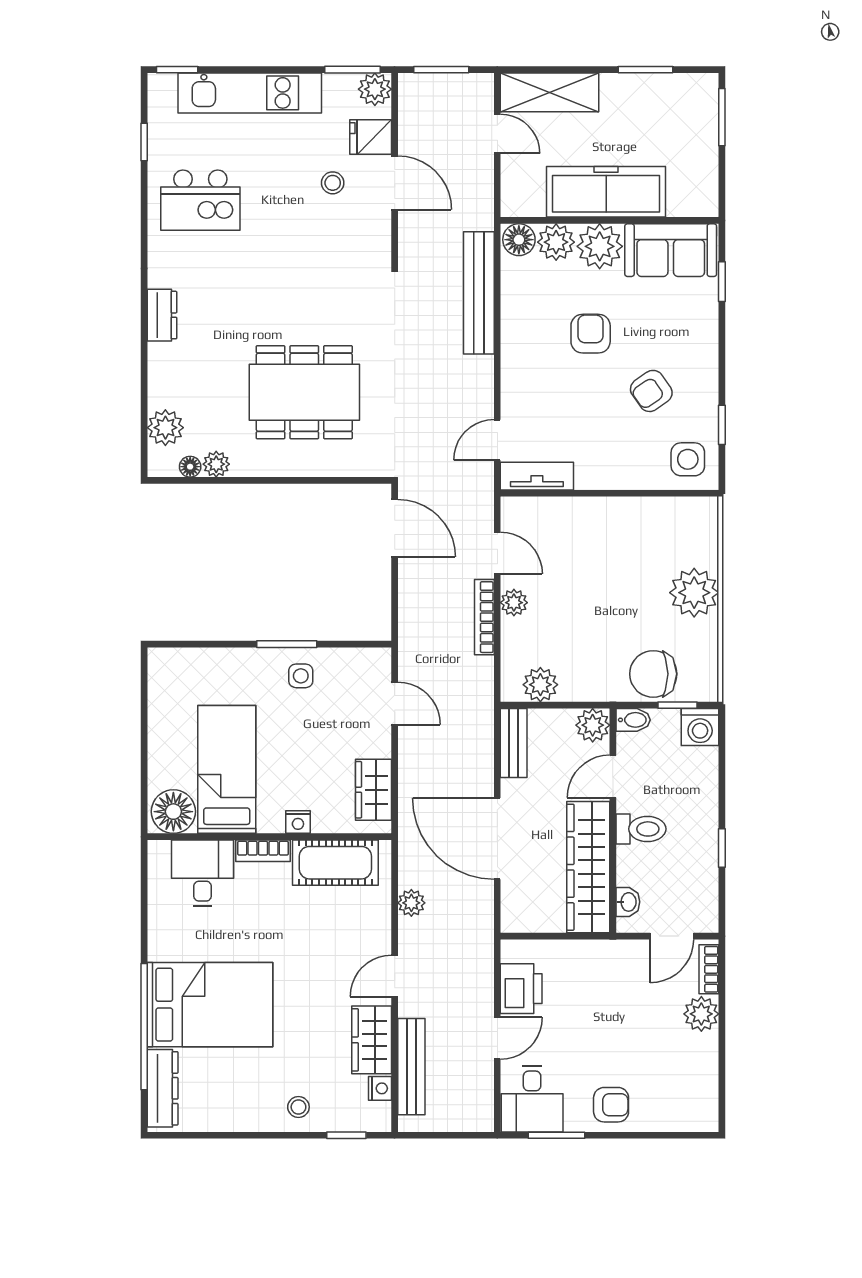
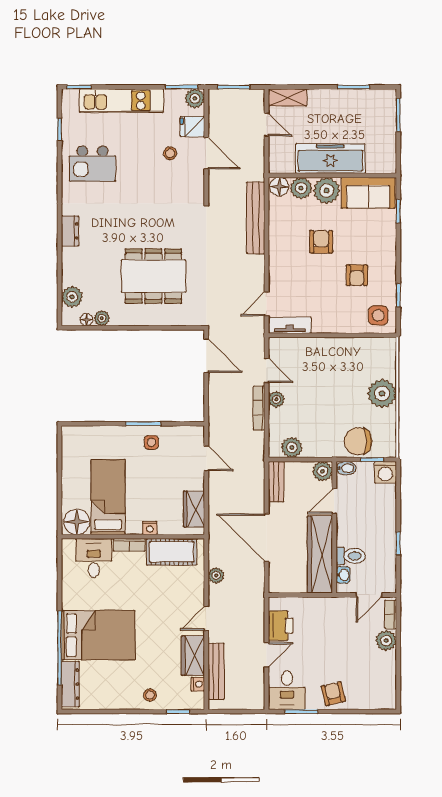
shelving: (549, 92) -> (288, 97), width x0.67, depth x0.75
armchair: (651, 391) -> (357, 275), turned -55
toilet: (641, 829) -> (351, 556), moved
armchair: (611, 1105) -> (333, 694), turned -104

